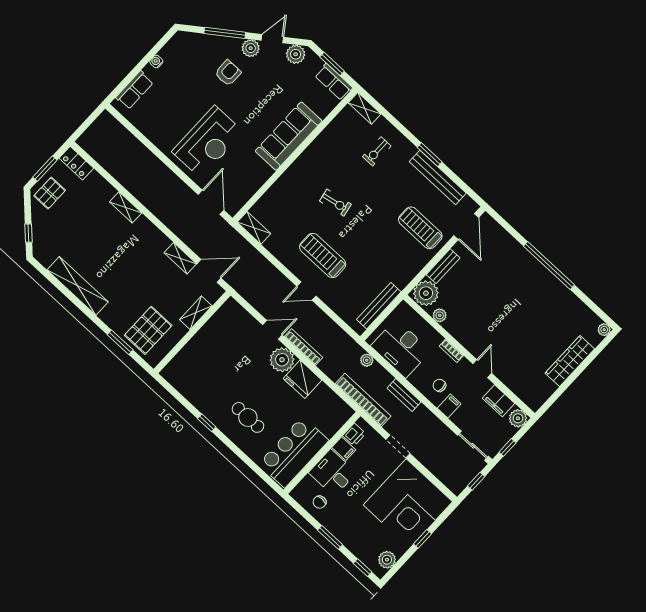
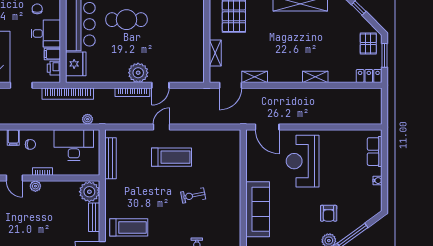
shelving: (254, 228) -> (228, 136), removed
plant: (440, 315) -> (35, 186), moved
fridge: (302, 379) -> (76, 64), moved, turned 90
bench: (404, 395) -> (46, 119), removed
cafe table: (248, 417) -> (126, 20), width x1.37, depth x1.35

